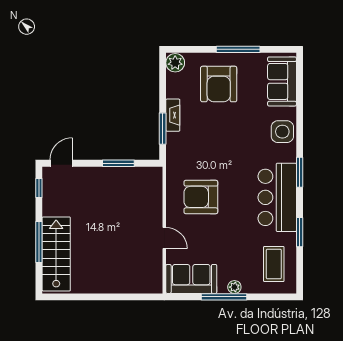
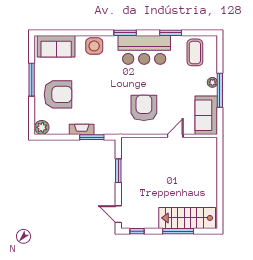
armchair: (201, 197) -> (144, 108), turned 180
coffee table: (274, 264) -> (195, 52), turned 90

